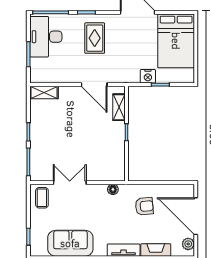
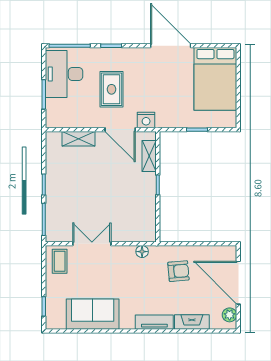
rug: (95, 38) -> (112, 89), moved
nightstand: (148, 76) -> (146, 120), moved
shelving: (44, 92) -> (79, 139), moved

